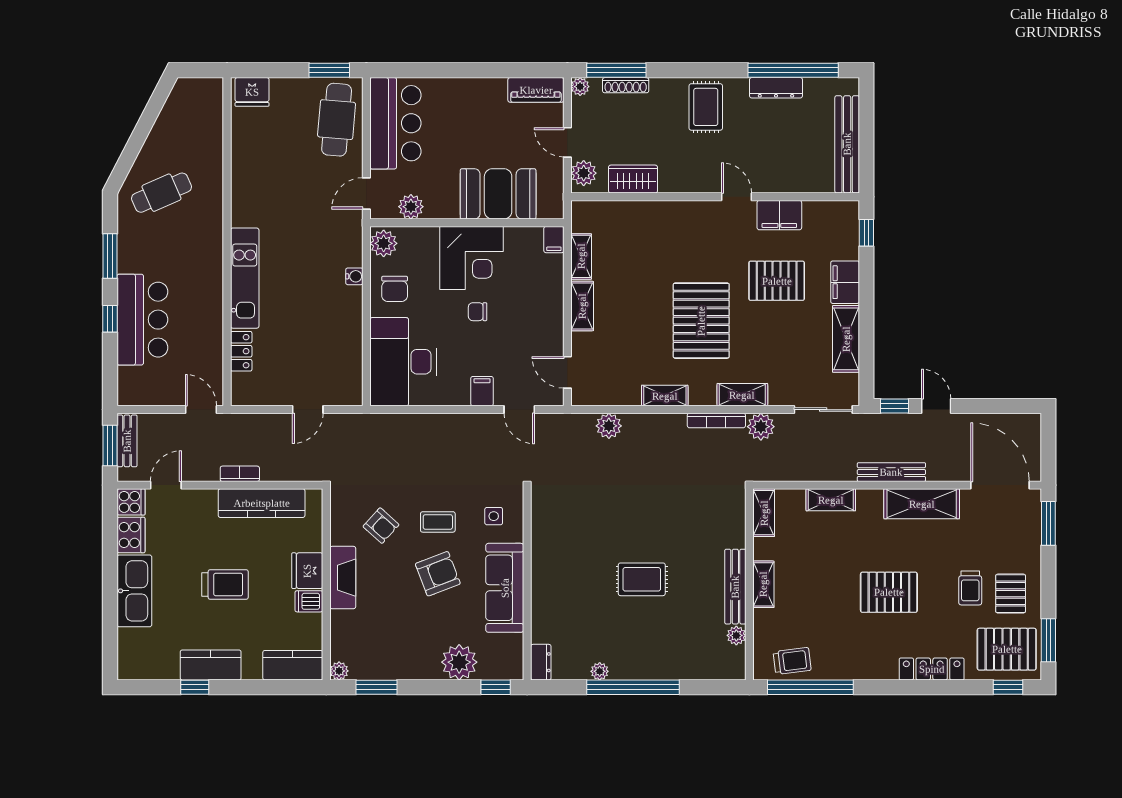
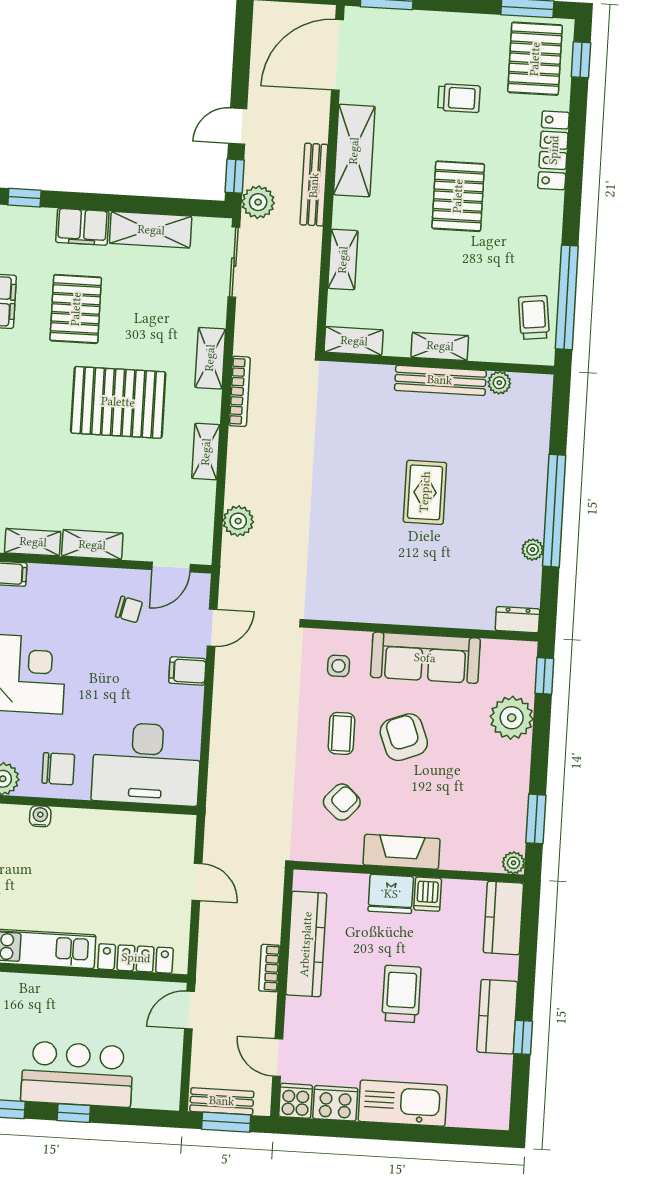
chair: (478, 312) -> (129, 609), moved, turned -77
locker: (241, 351) -> (136, 958), width x1.53
plant: (761, 427) -> (258, 202), moved
pallet: (1011, 594) -> (468, 50), removed

